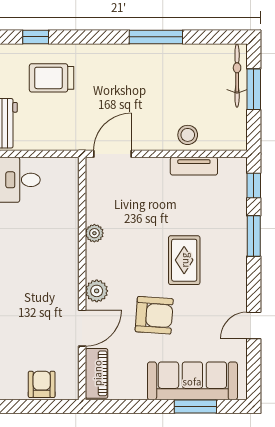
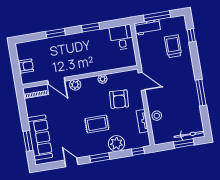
plant: (231, 227) -> (116, 143), added
window: (254, 236) -> (100, 158), moved
armchair: (154, 315) -> (119, 99), moved

